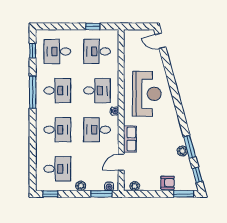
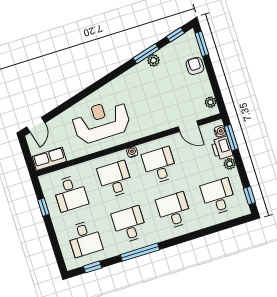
desk: (97, 130) -> (160, 165), turned 180
row of seats: (130, 139) -> (49, 159), moved
printer: (95, 184) -> (222, 148), added

